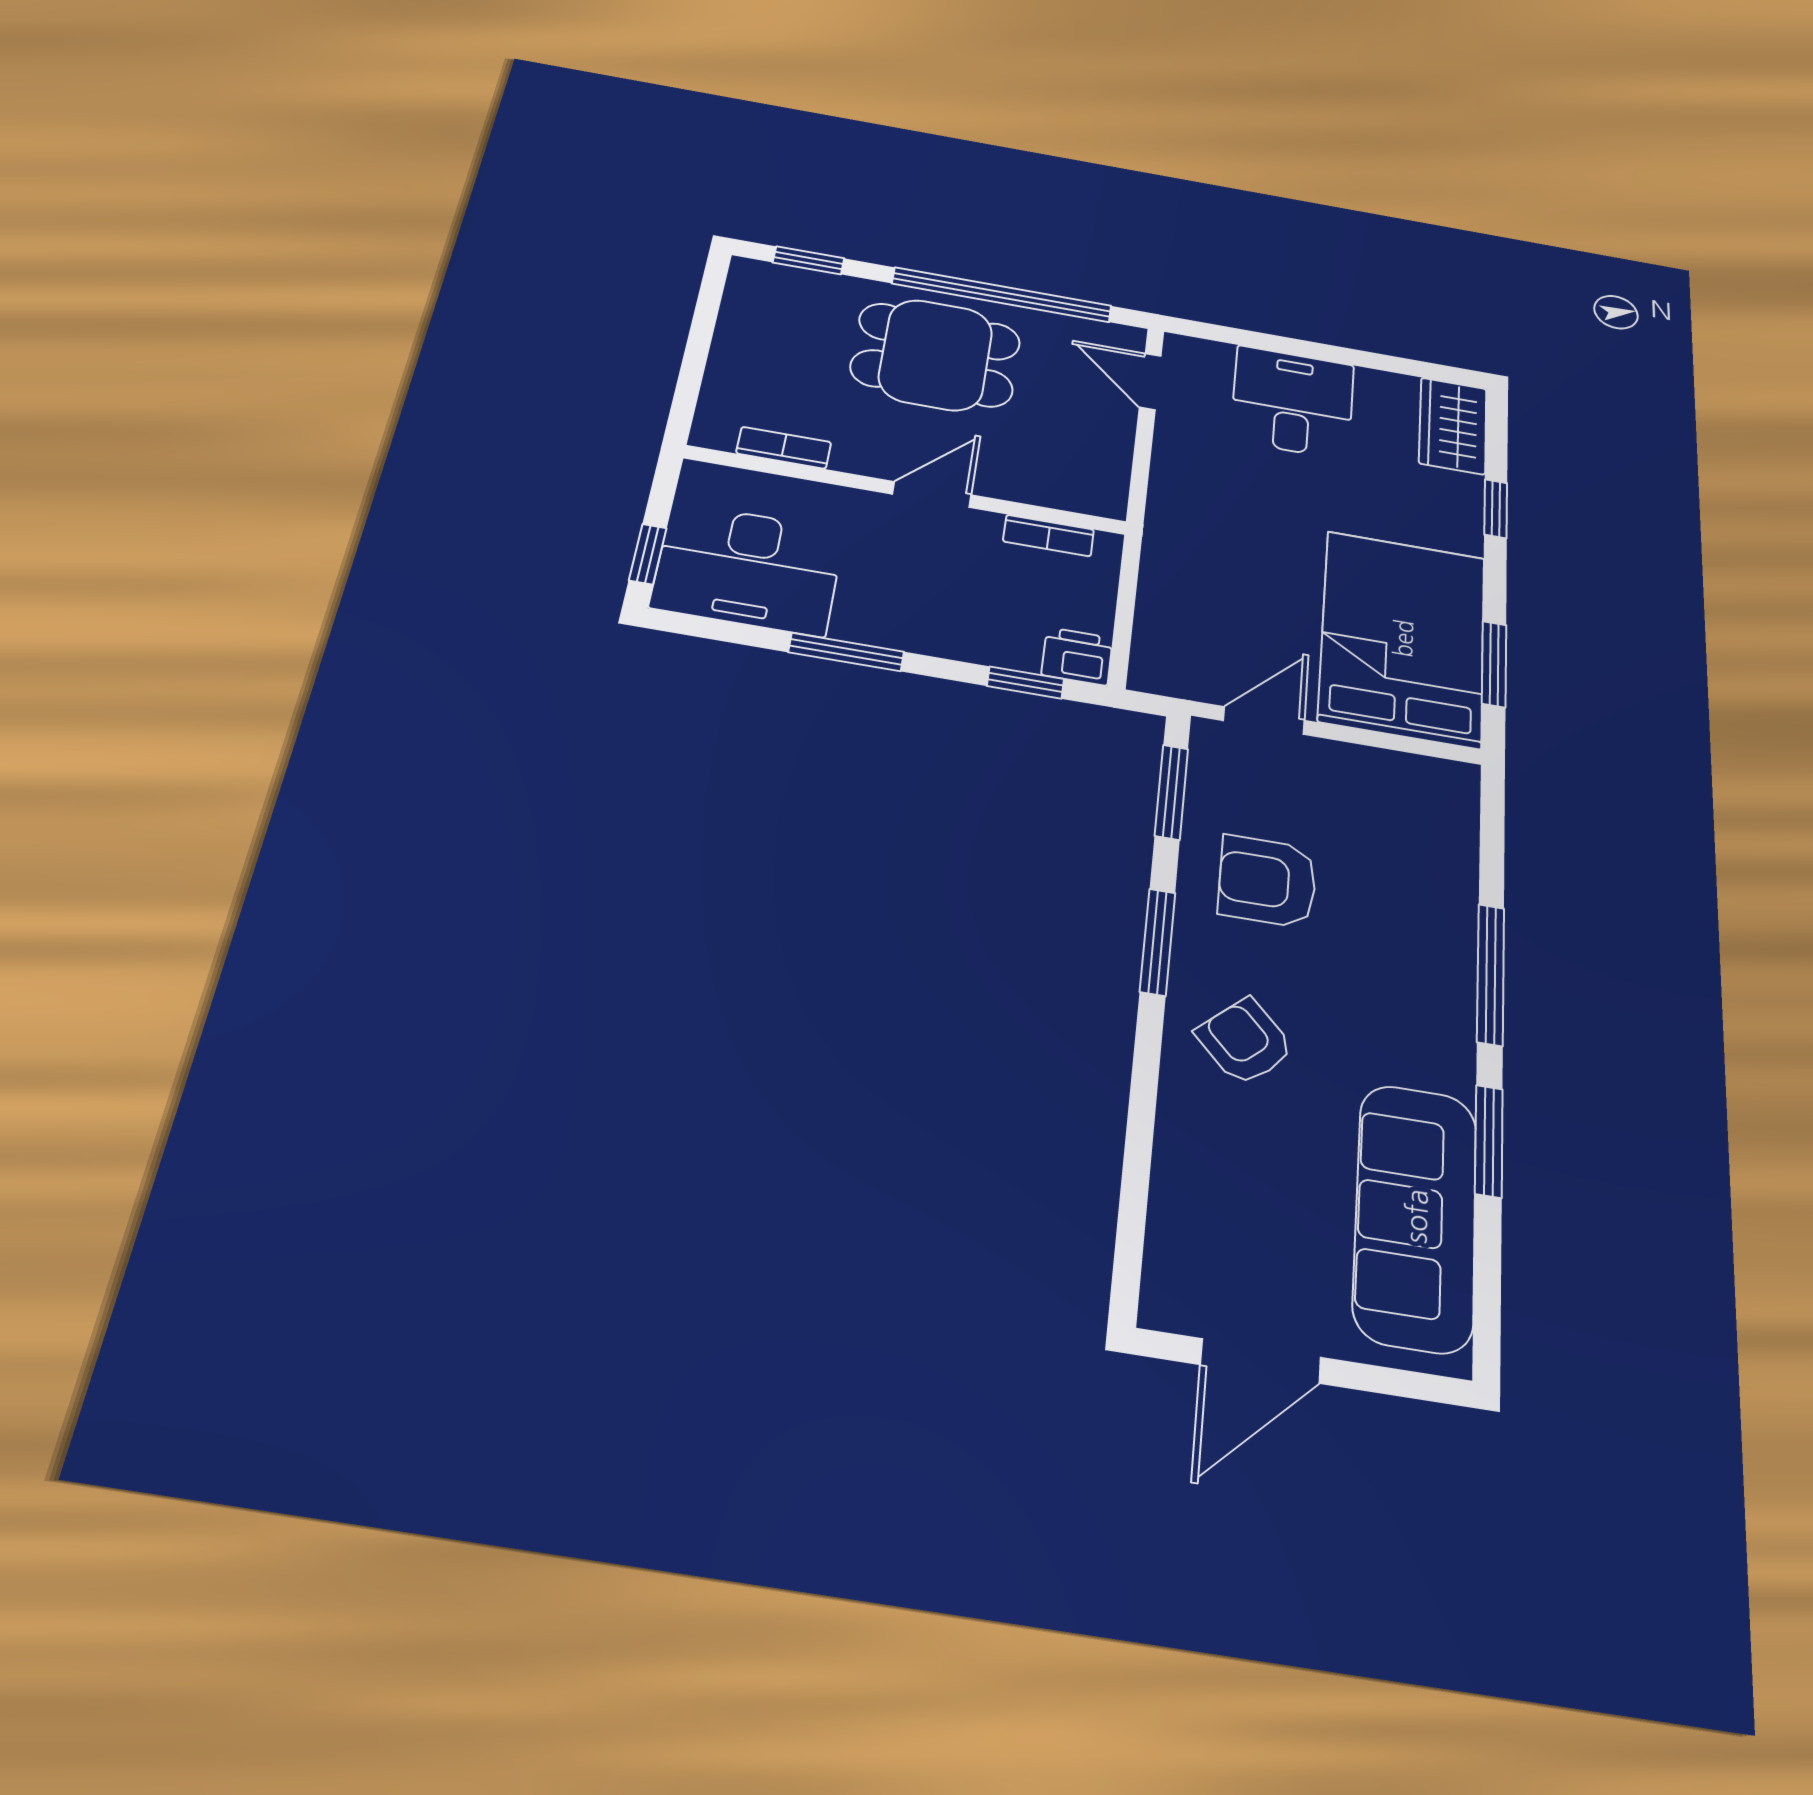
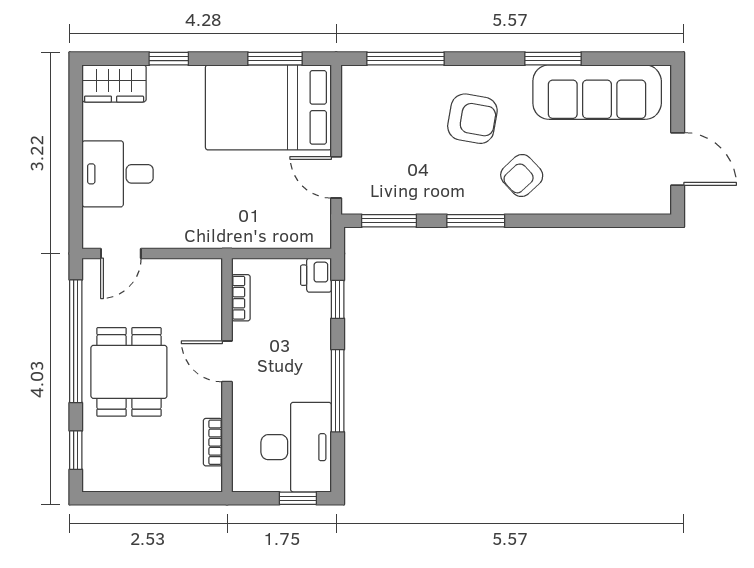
window: (846, 652) -> (338, 391), width x1.44
armchair: (1267, 881) -> (472, 119), moved, turned -80
window: (1491, 974) -> (405, 59), moved

